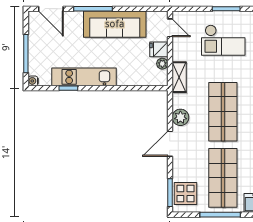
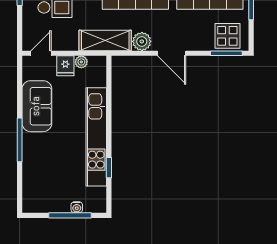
door: (51, 9) -> (20, 187), removed
sofa: (115, 24) -> (37, 106), width x0.73
kitchen unit: (84, 77) -> (96, 137), width x1.36
shelving: (179, 77) -> (105, 40), width x1.50, depth x1.33
water cooler: (33, 81) -> (77, 207), moved

